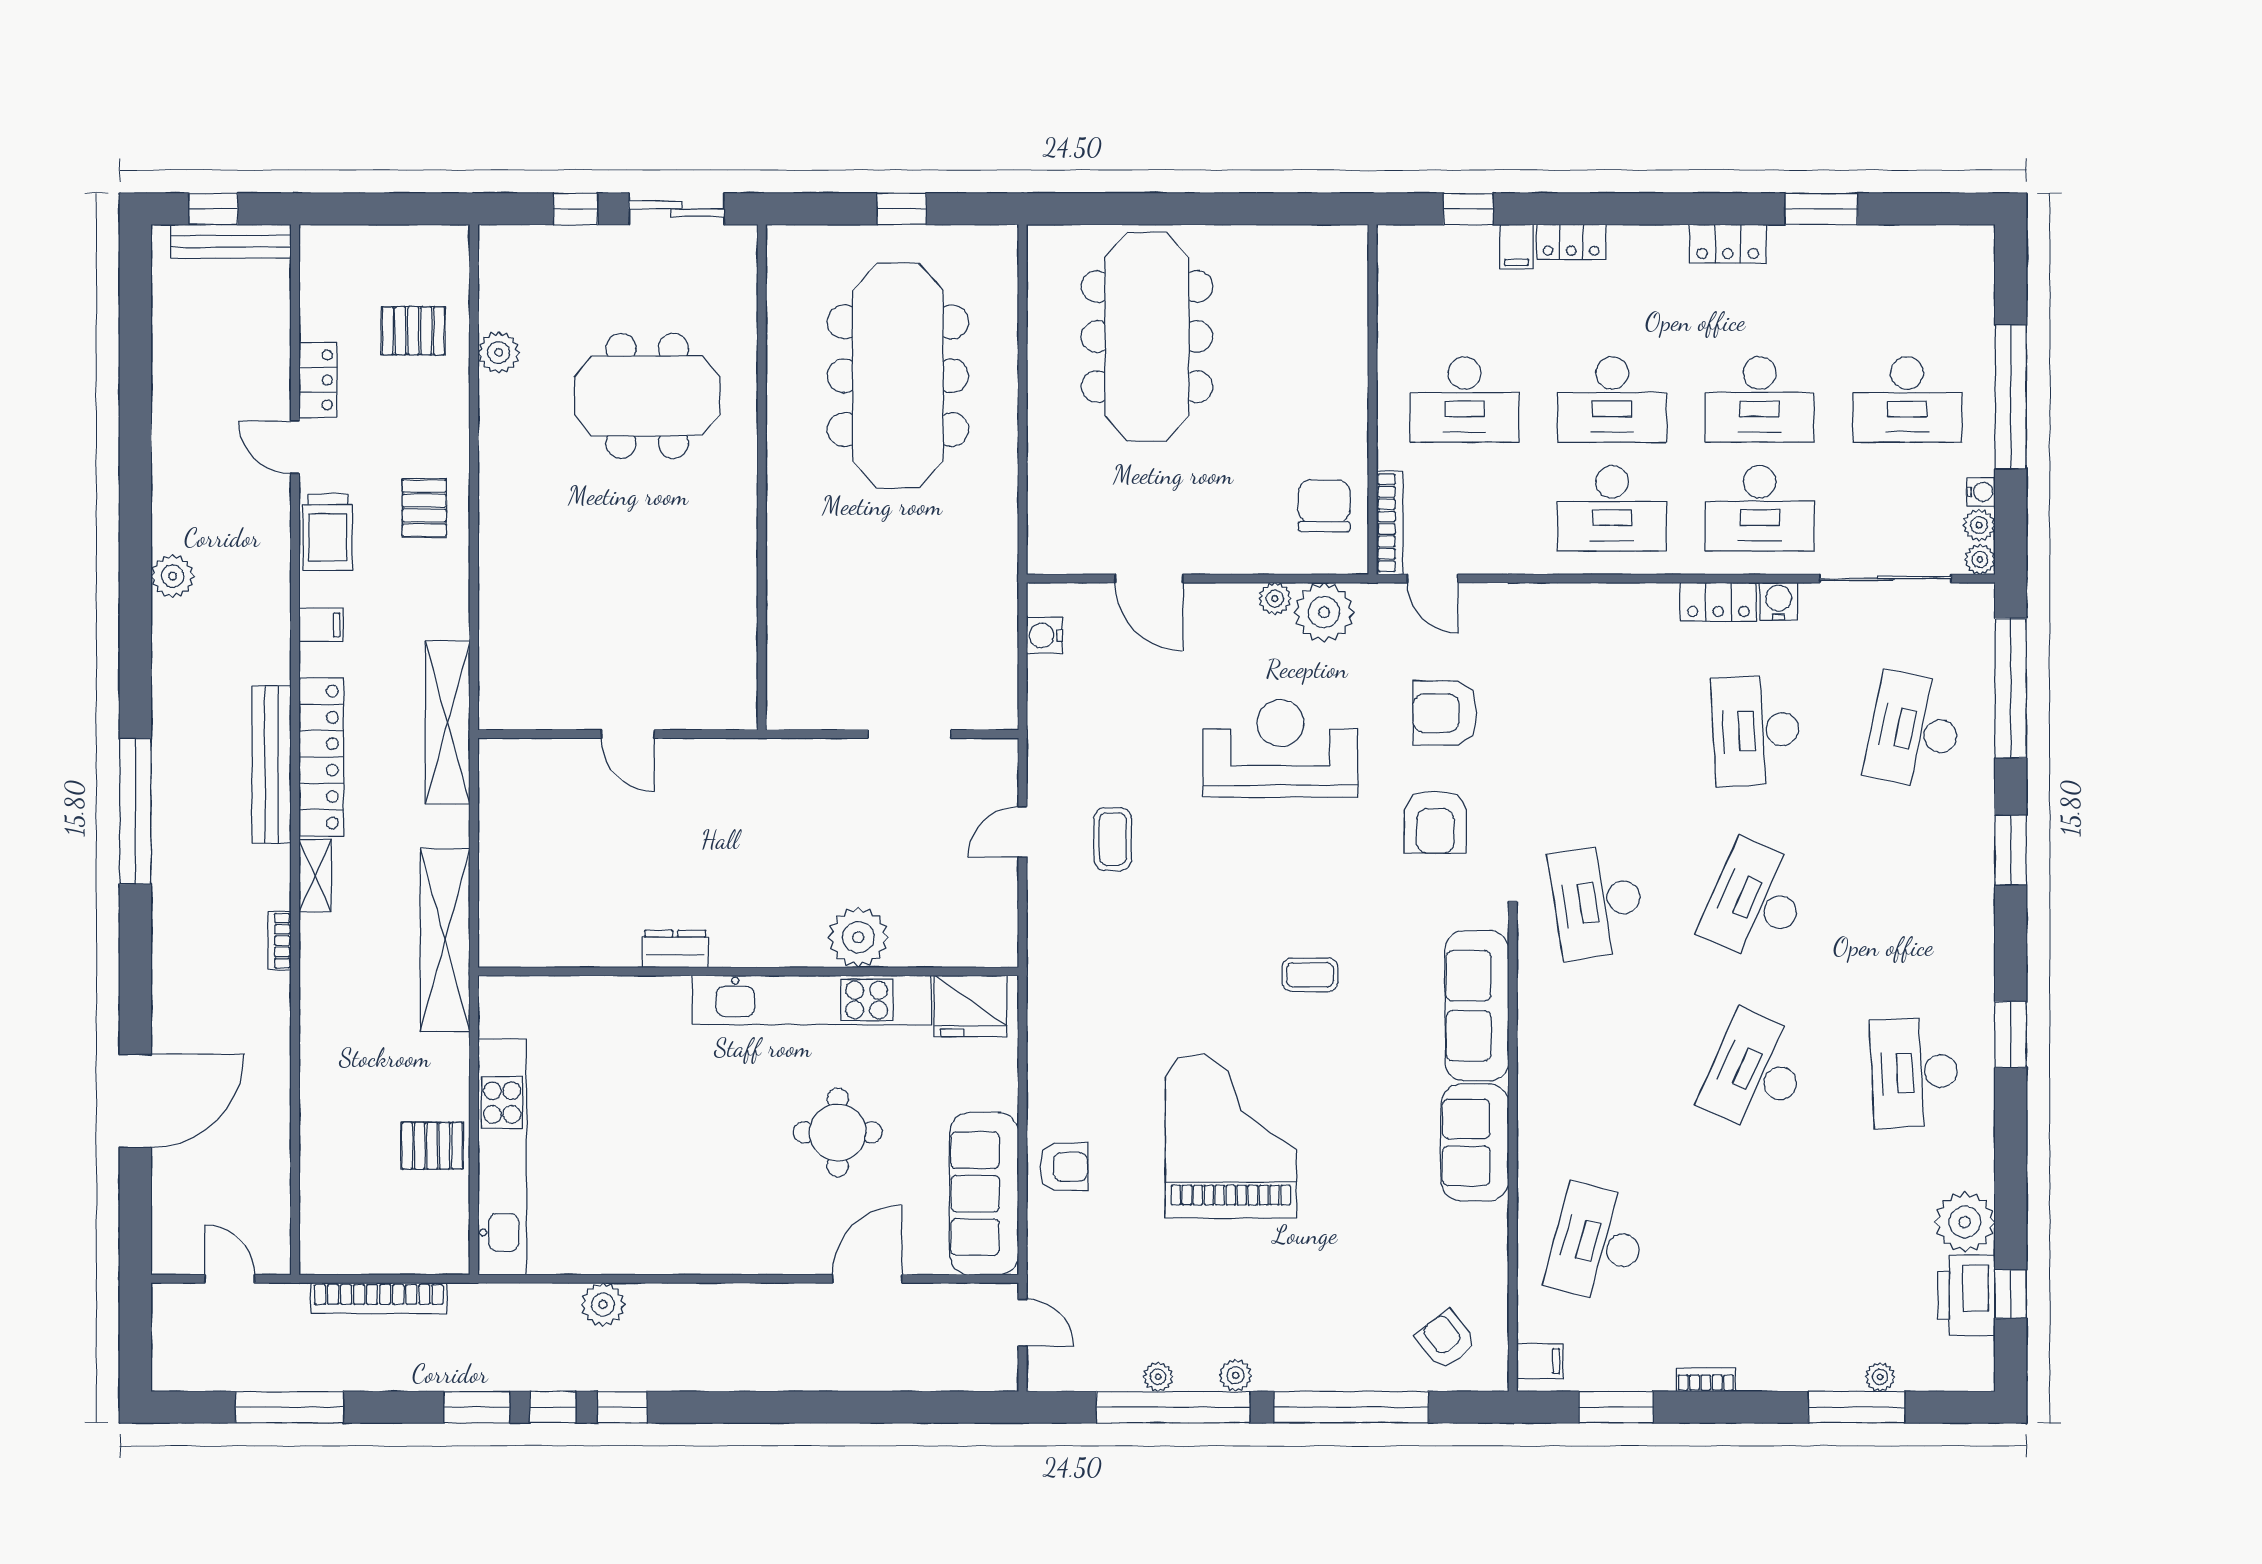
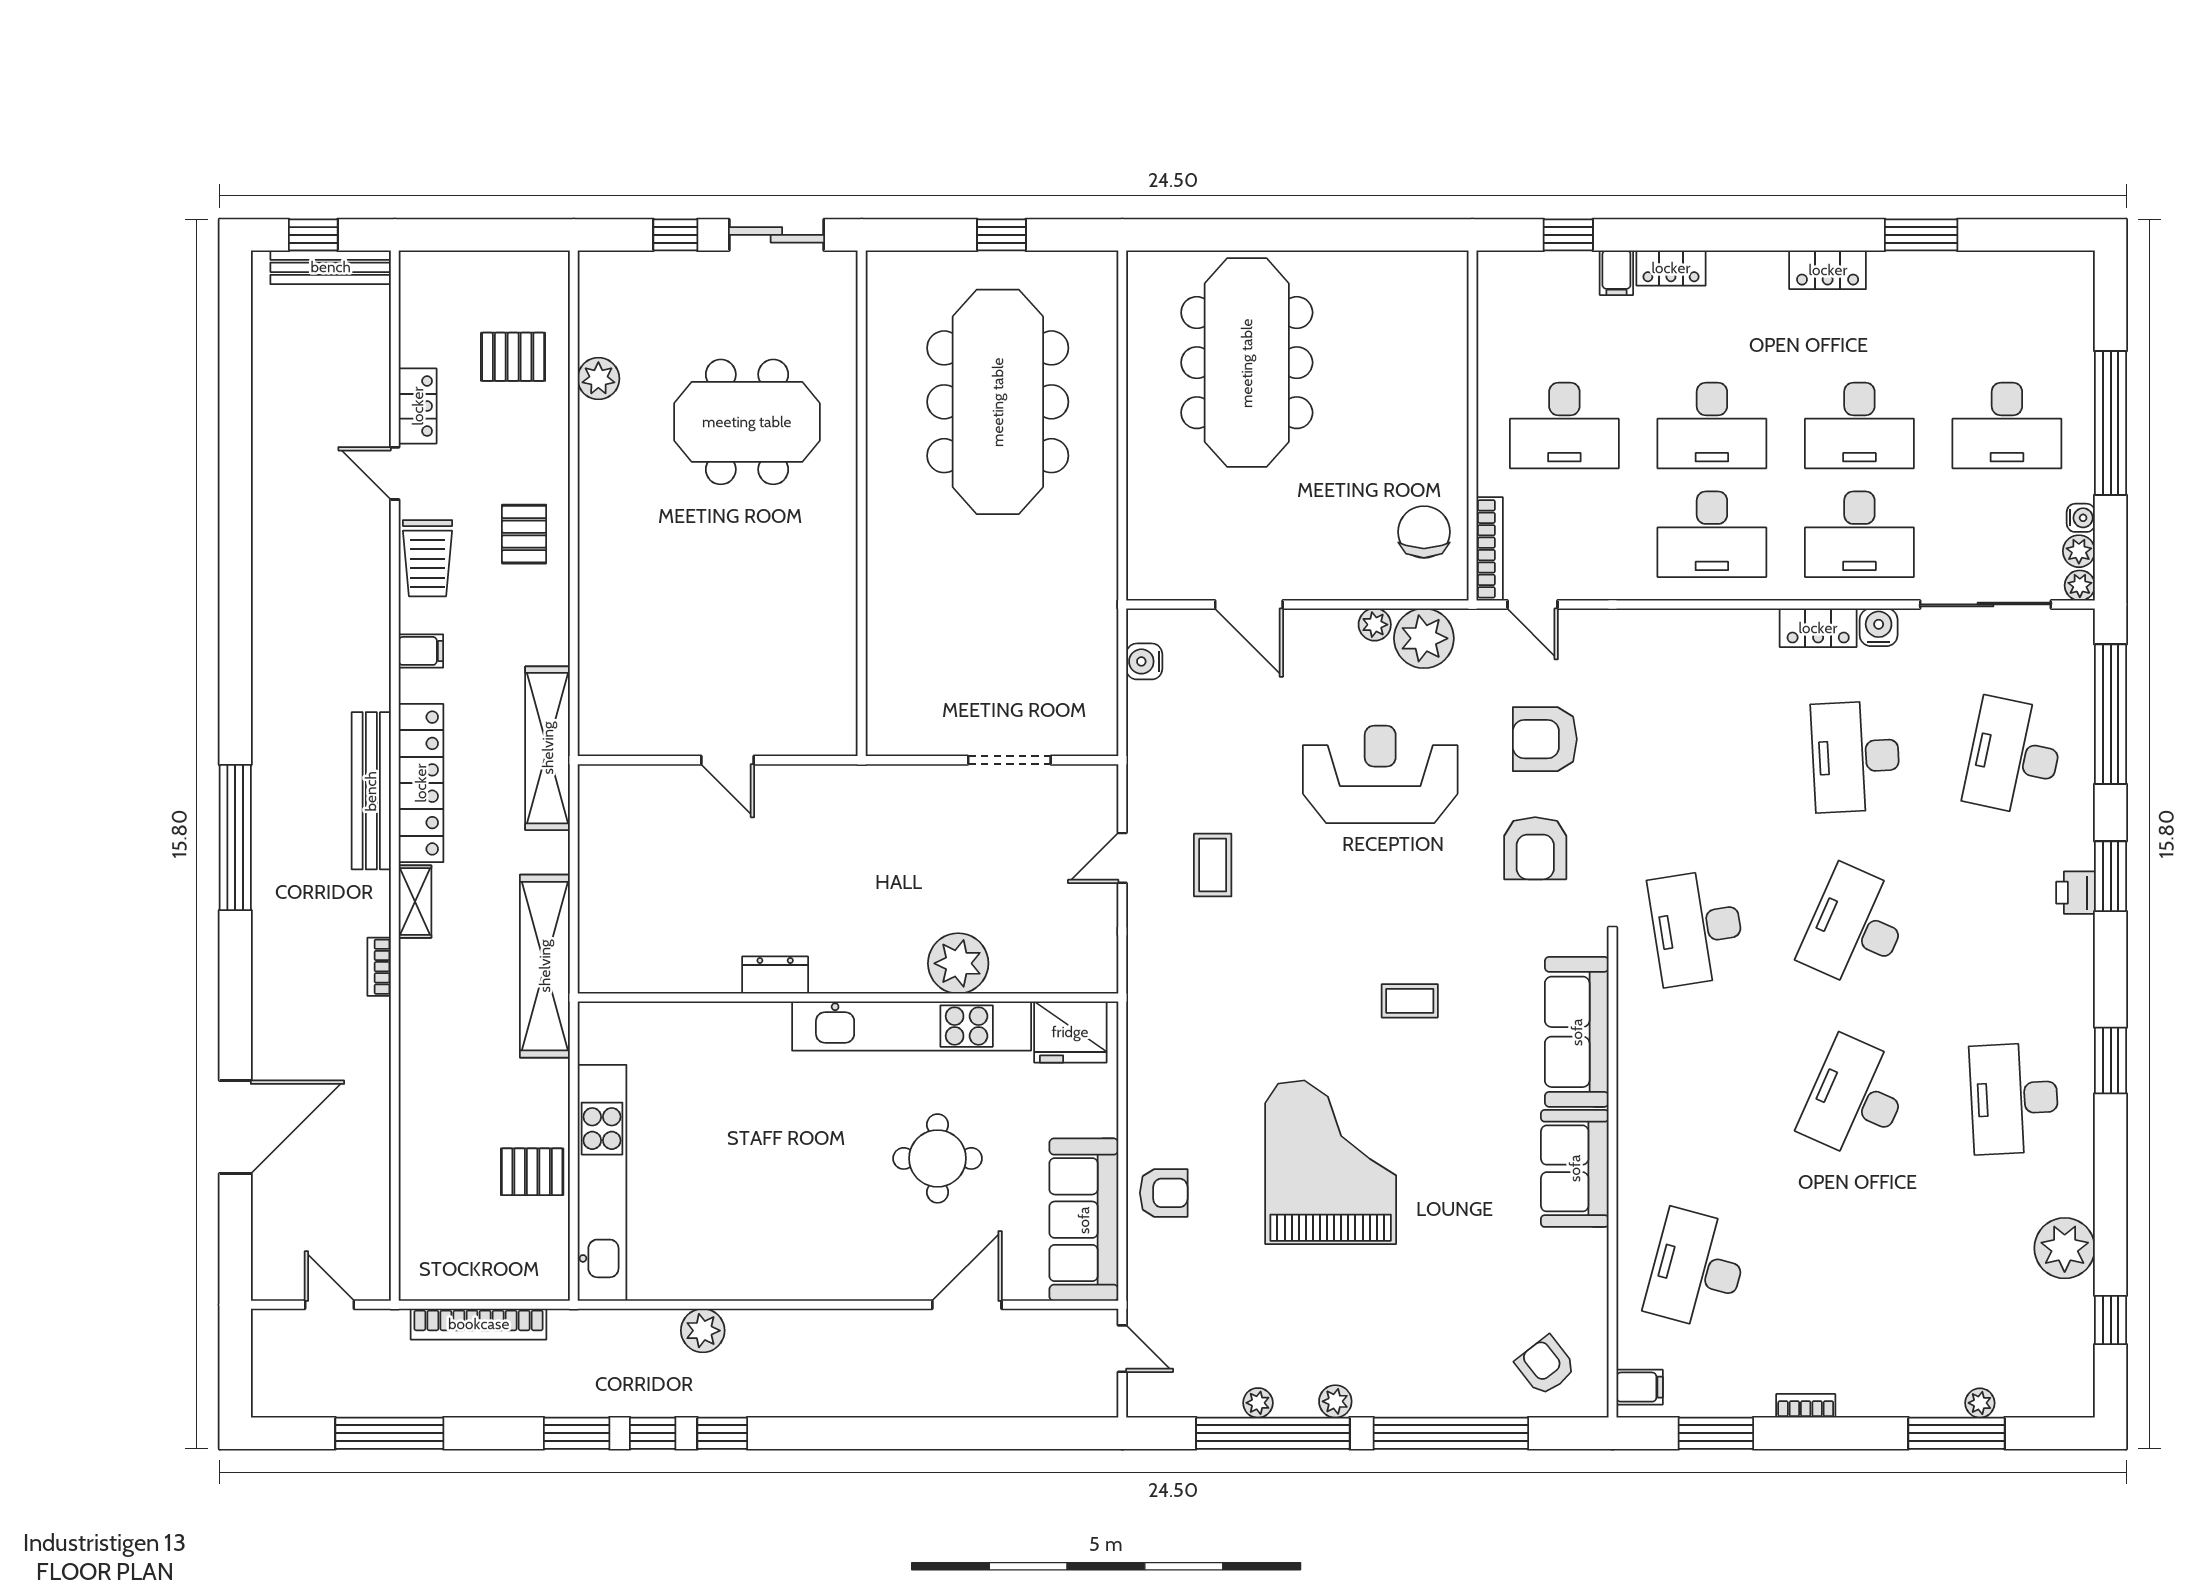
plant: (173, 576) -> (272, 602), removed
printer: (1966, 1295) -> (2076, 893), moved, width x0.53, depth x0.68

